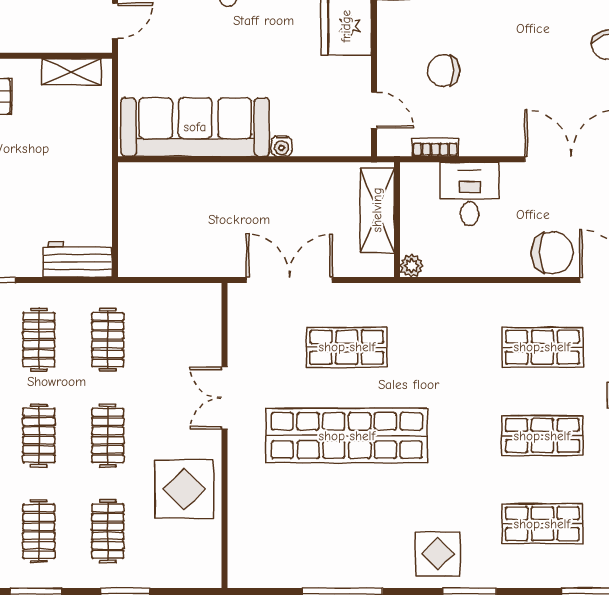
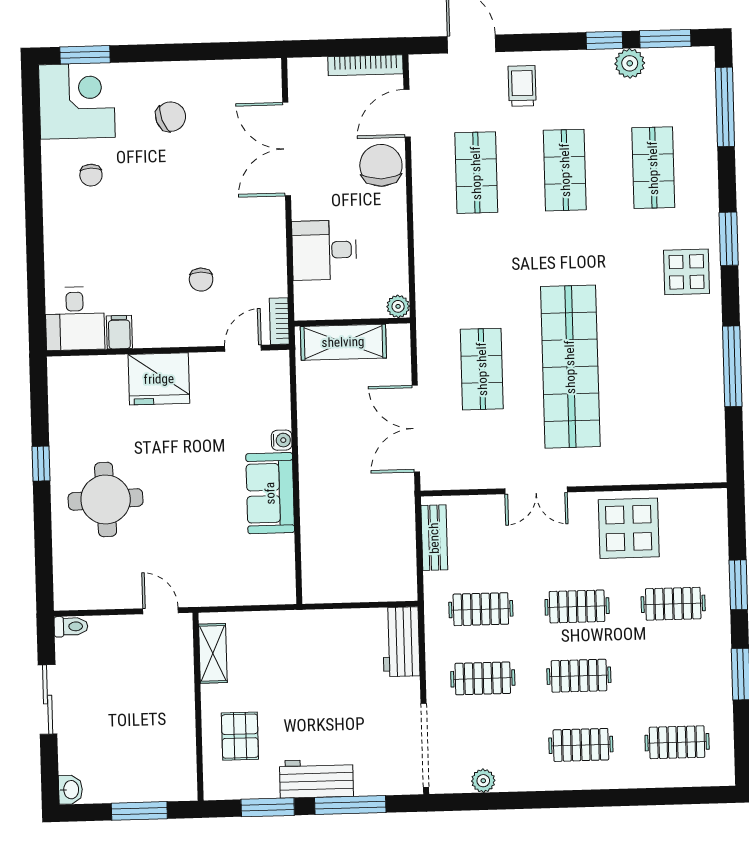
chair: (444, 70) -> (201, 280), width x0.73, depth x0.73
sofa: (195, 127) -> (270, 493), width x0.54, depth x0.79
bookcase: (435, 147) -> (279, 321), moved
bench: (180, 295) -> (434, 538), added
clothes rail: (39, 531) -> (675, 673), removed

